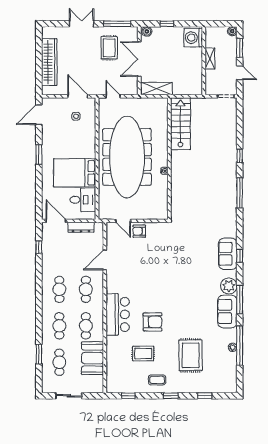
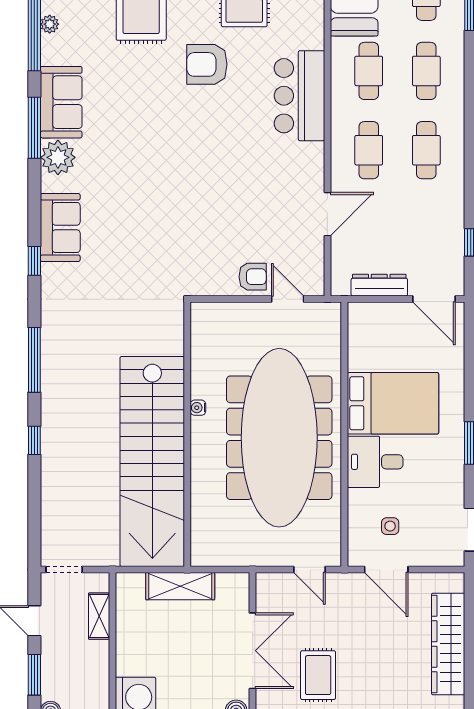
shelving: (210, 59) -> (99, 616), moved
shelving: (156, 89) -> (180, 586), moved
stairs: (180, 124) -> (152, 461), width x1.86, depth x1.51
desk: (83, 200) -> (375, 462), moved
window: (240, 256) -> (34, 261), moved
armchair: (153, 322) -> (207, 64), moved

